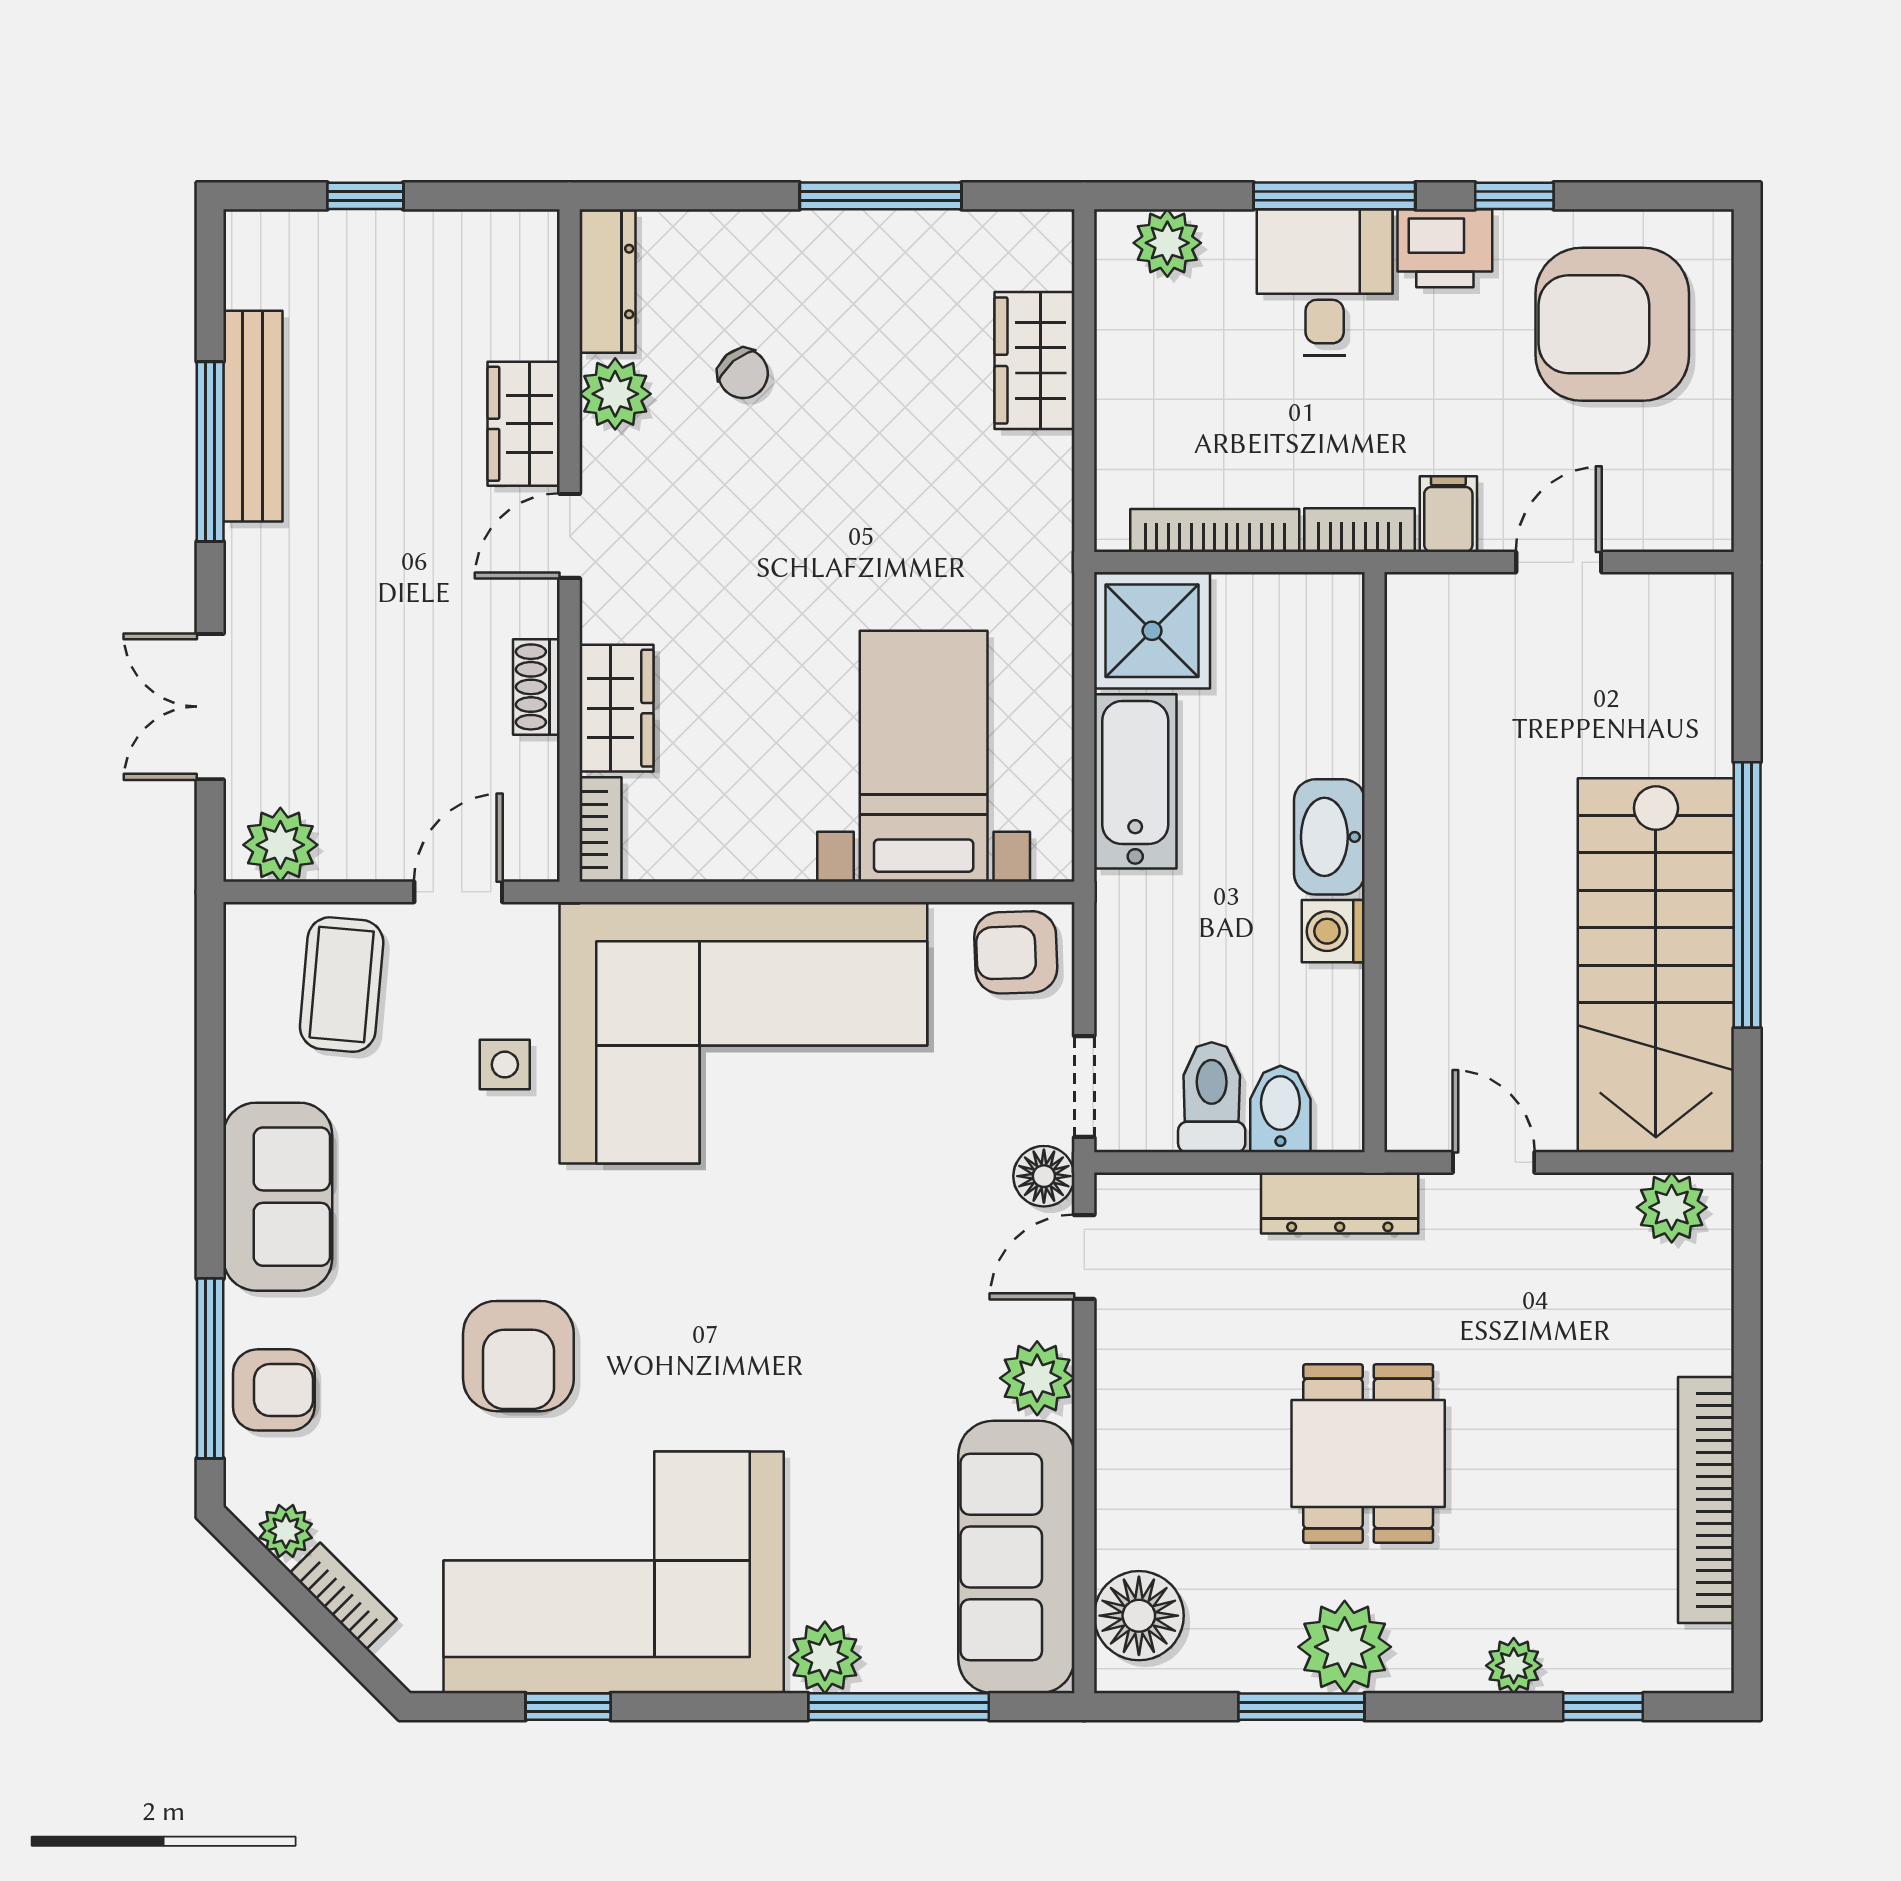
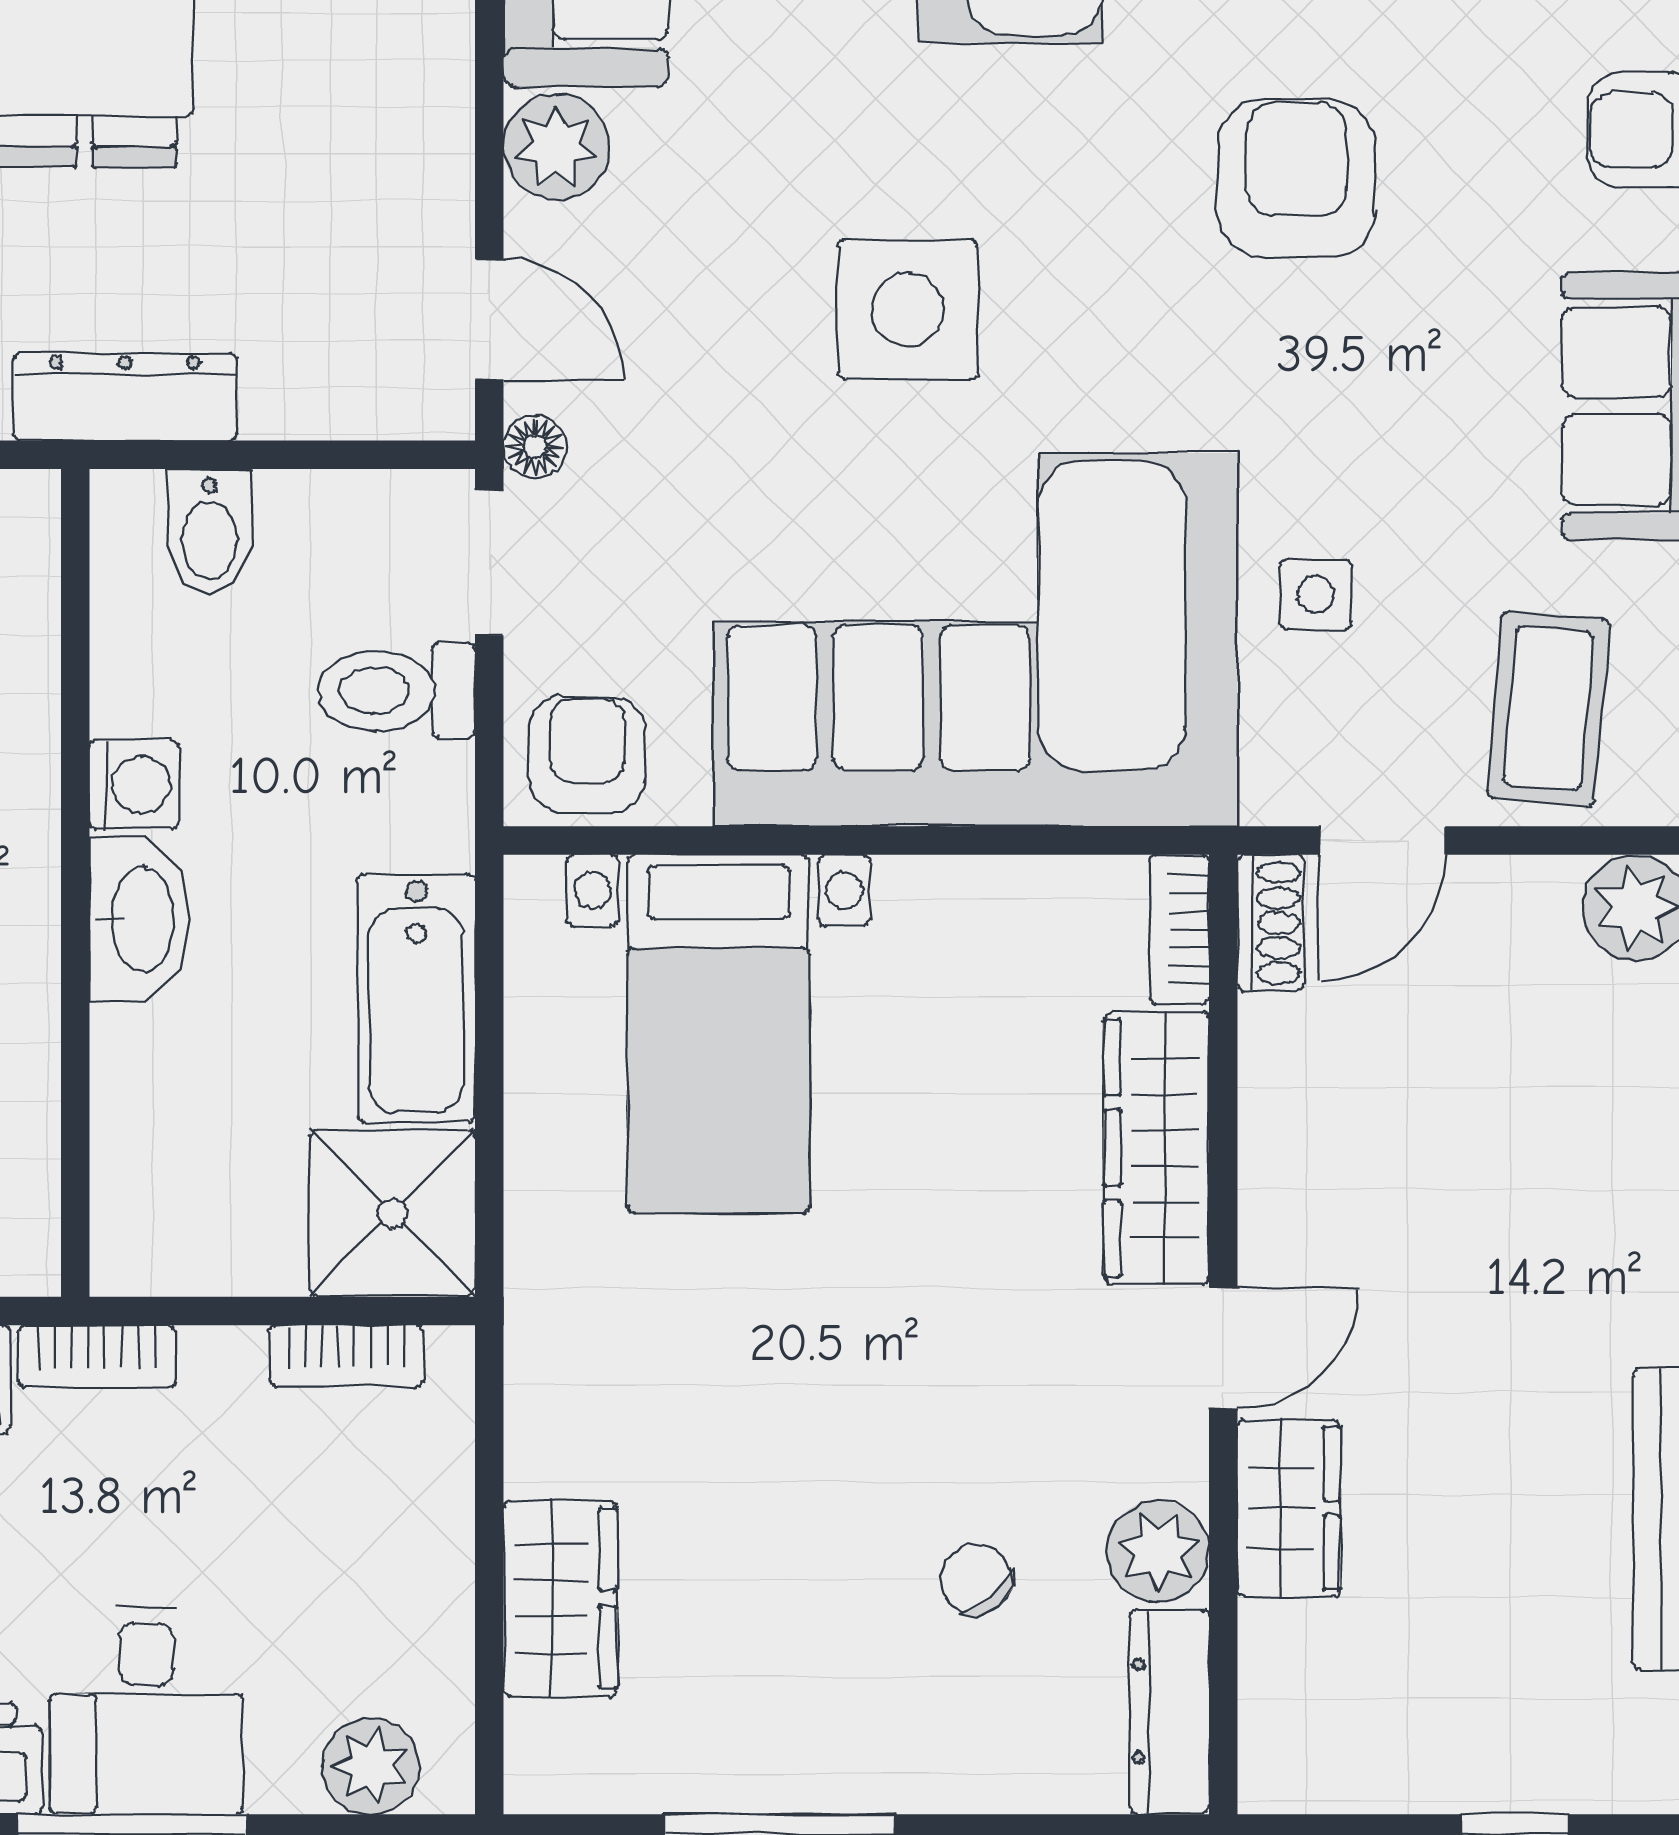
bookcase: (1215, 531) -> (346, 1356), width x0.64
shoe rack: (536, 687) -> (1271, 923), moved
wardrobe: (616, 708) -> (1157, 1148), width x1.50
armchair: (1016, 952) -> (587, 754), turned -88
toilet: (1212, 1097) -> (397, 691), moved, turned 90
floor lamp: (1044, 1176) -> (535, 447), width x0.73, depth x0.73
door: (1084, 1257) -> (489, 320), hinge flipped
side table: (791, 1264) -> (908, 309), added

